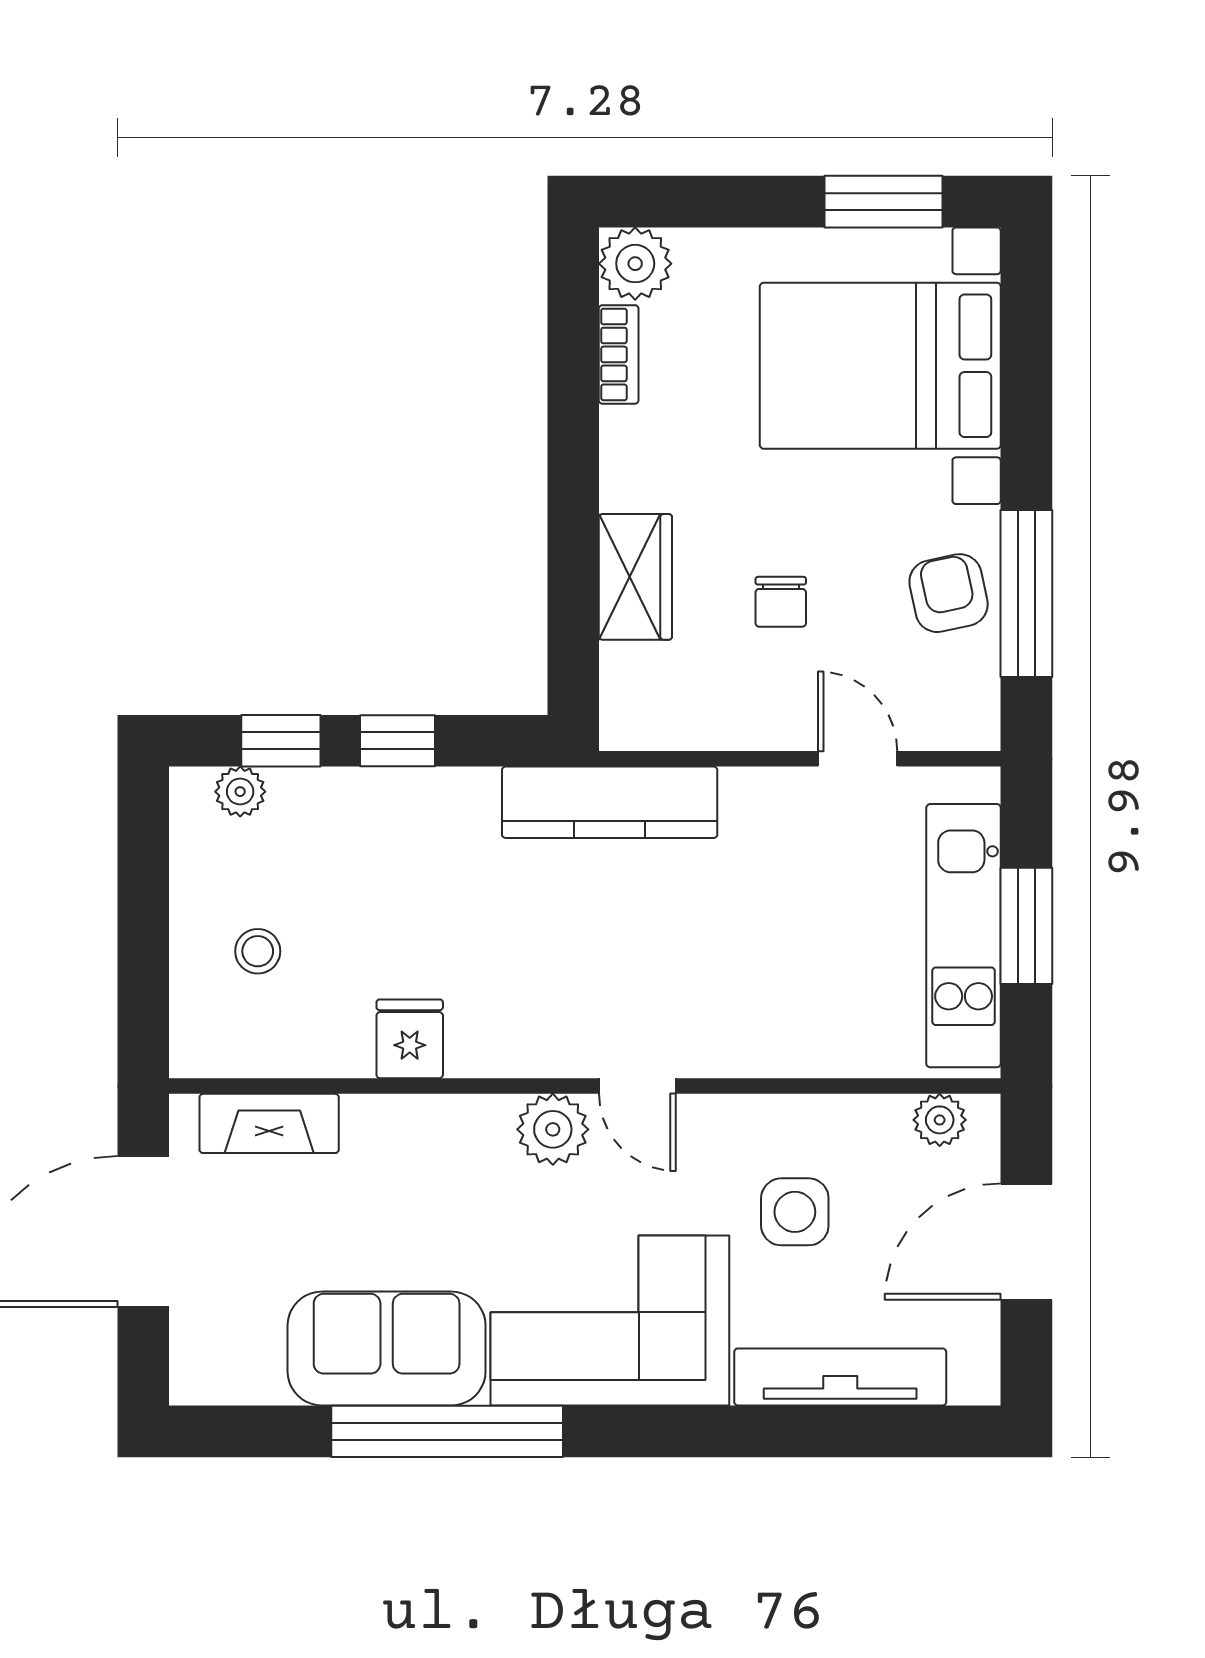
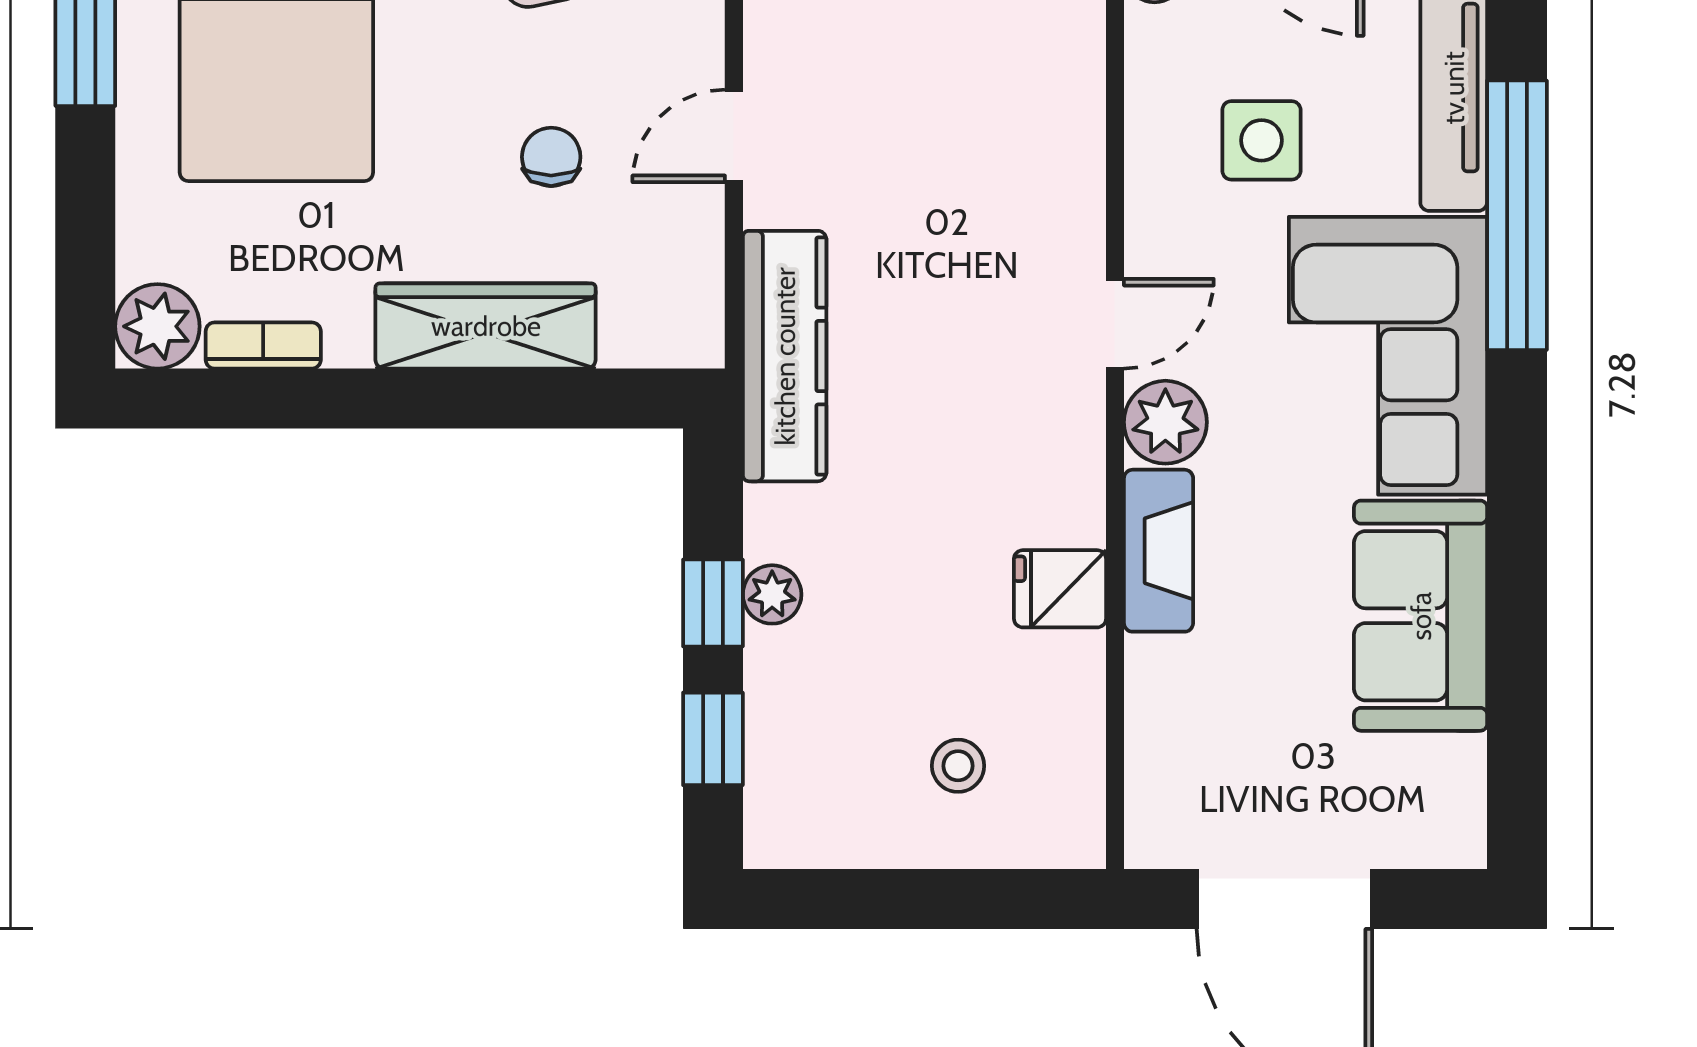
wardrobe: (635, 577) -> (486, 326), width x1.50
chair: (781, 602) -> (551, 157), turned -90
door: (858, 759) -> (734, 136), moved
plant: (240, 792) -> (772, 594), moved
fireplace: (269, 1123) -> (1159, 551), moved
window: (447, 1431) -> (1517, 215), moved

